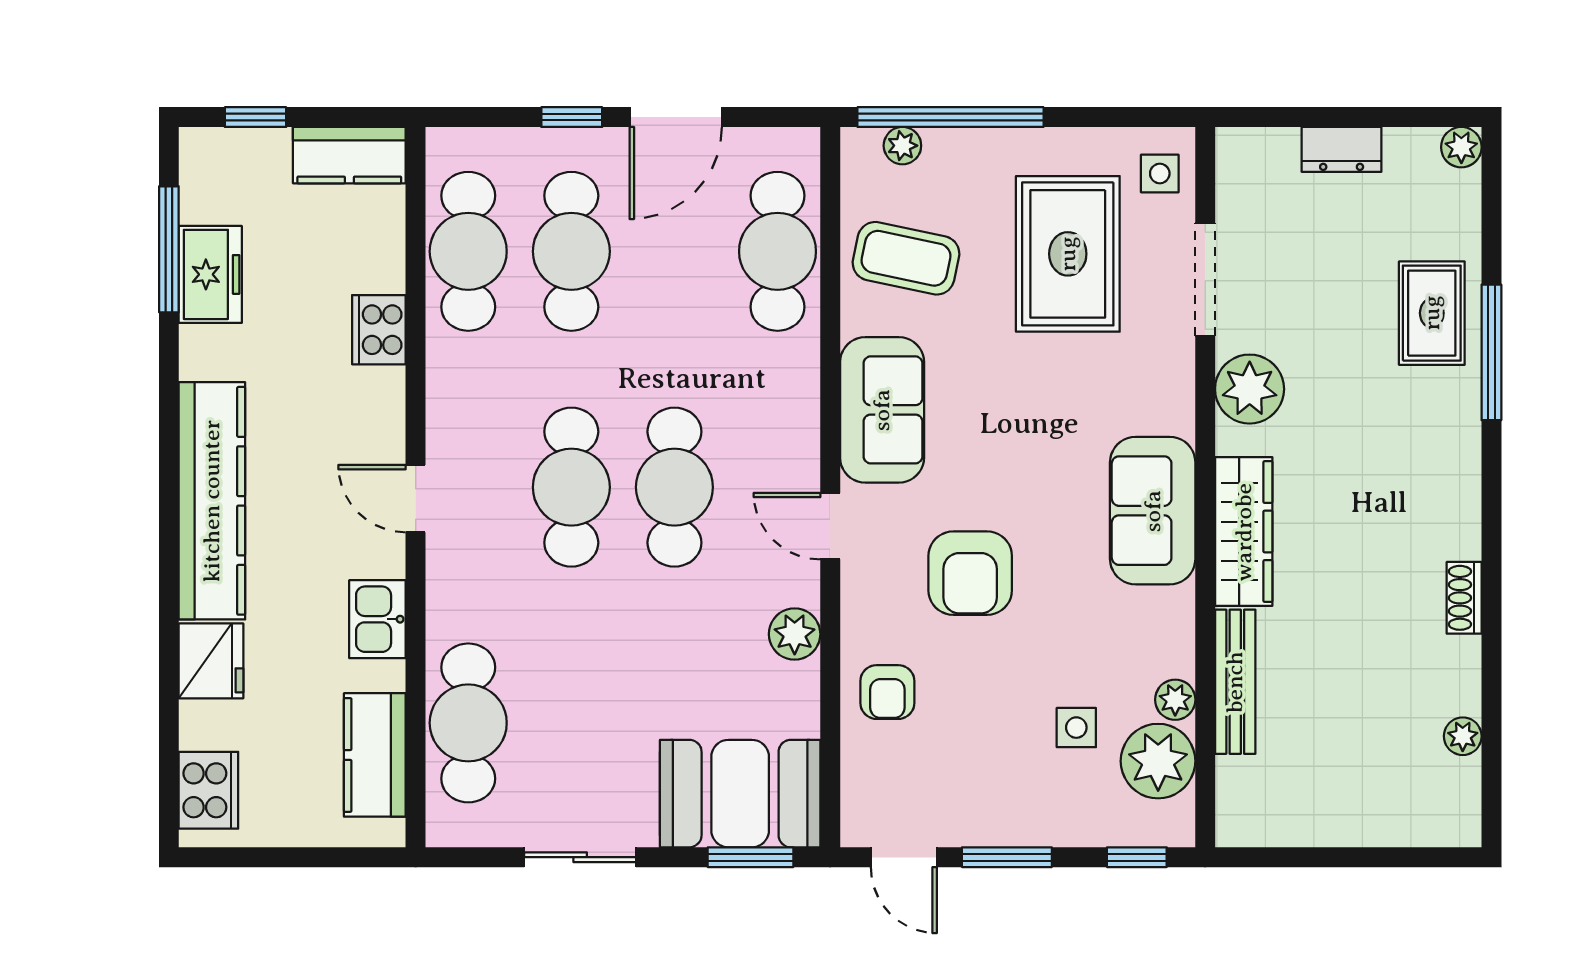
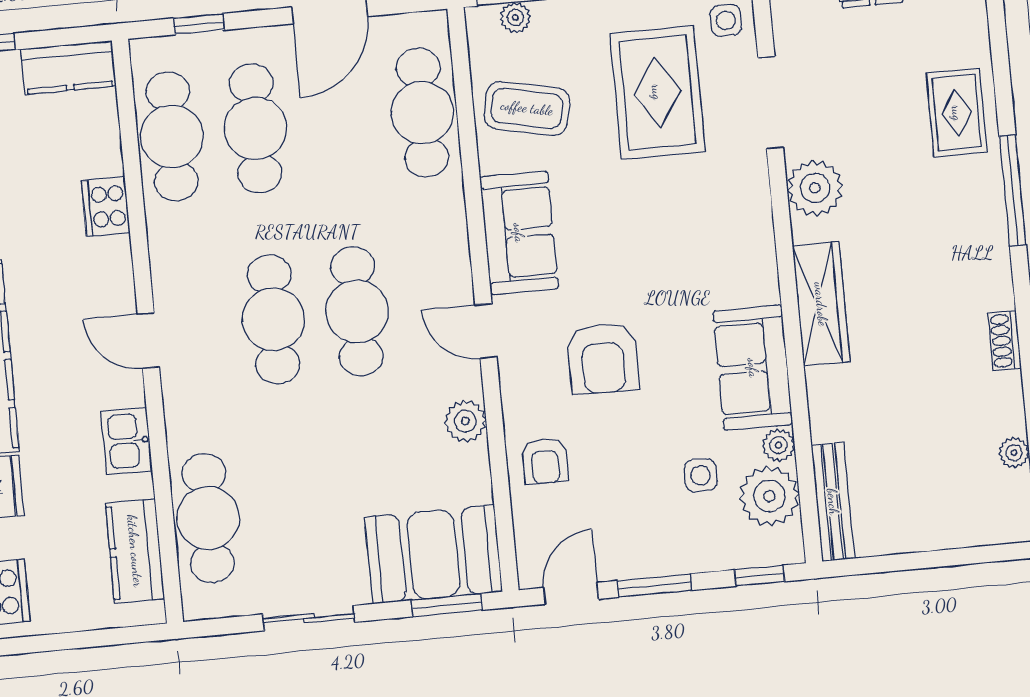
window: (572, 117) -> (199, 24), moved
window: (1491, 352) -> (1013, 190), moved
sofa: (1153, 511) -> (753, 368), moved
bench: (1235, 682) -> (833, 502), moved
door: (904, 857) -> (571, 593), swing flipped

